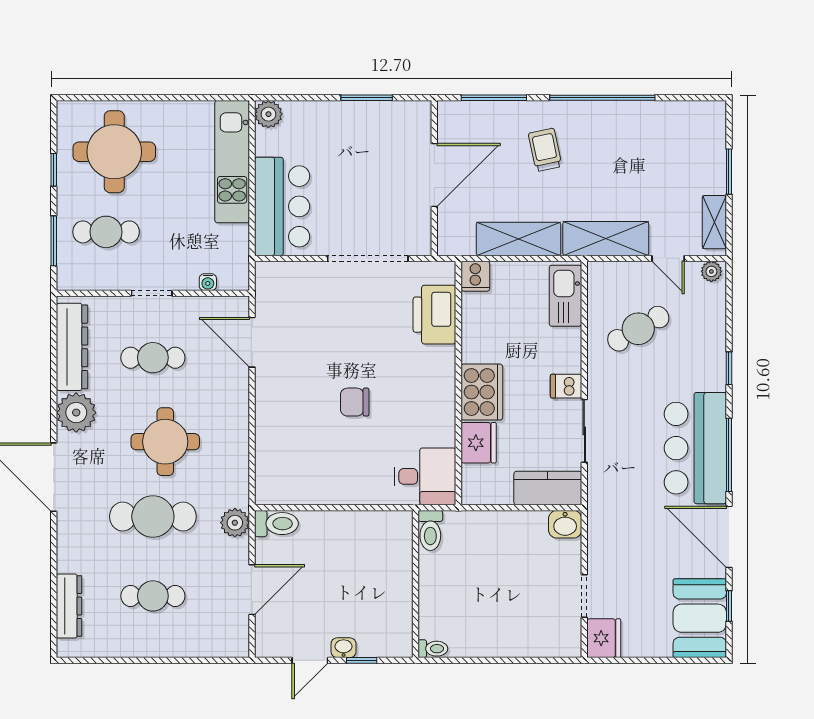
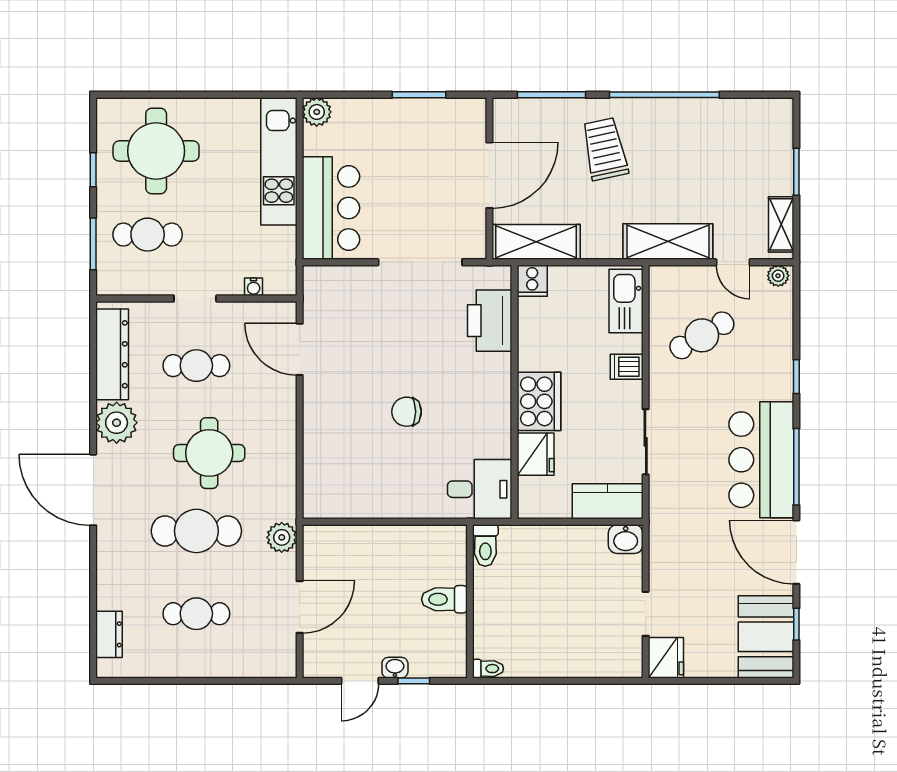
trolley: (545, 150) -> (605, 149), width x1.36, depth x1.39
shelving: (518, 239) -> (536, 242), moved
dishwasher: (566, 386) -> (627, 367), moved
toilet: (276, 524) -> (444, 599), moved, turned 180
dresser: (69, 606) -> (109, 634), width x0.70

